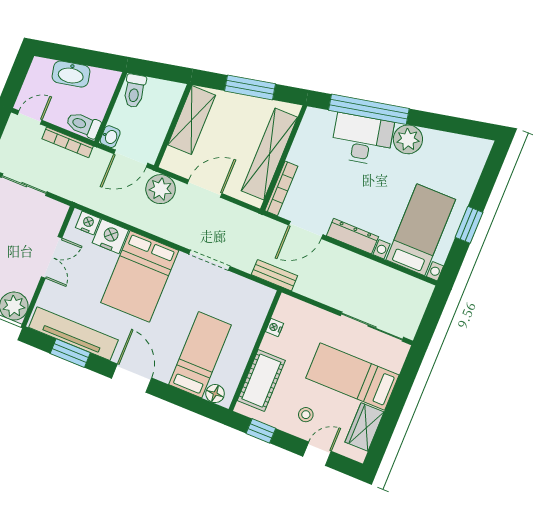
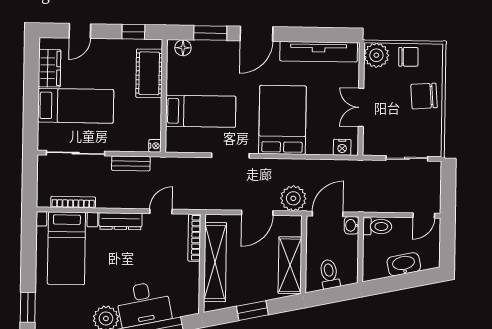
window: (250, 87) -> (252, 311), width x0.69
toilet: (134, 91) -> (329, 274), moved
bookcase: (68, 142) -> (73, 202), moved
window: (469, 225) -> (28, 307), moved
door: (306, 230) -> (161, 211), width x0.73
nightstand: (110, 236) -> (319, 143), removed
bench: (274, 275) -> (131, 163), moved
nightstand: (275, 327) -> (155, 146), moved
window: (70, 353) -> (210, 33), moved
bed: (200, 355) -> (201, 111), moved, turned -90
door: (132, 378) -> (256, 34), hinge flipped
stool: (306, 415) -> (102, 60), removed

